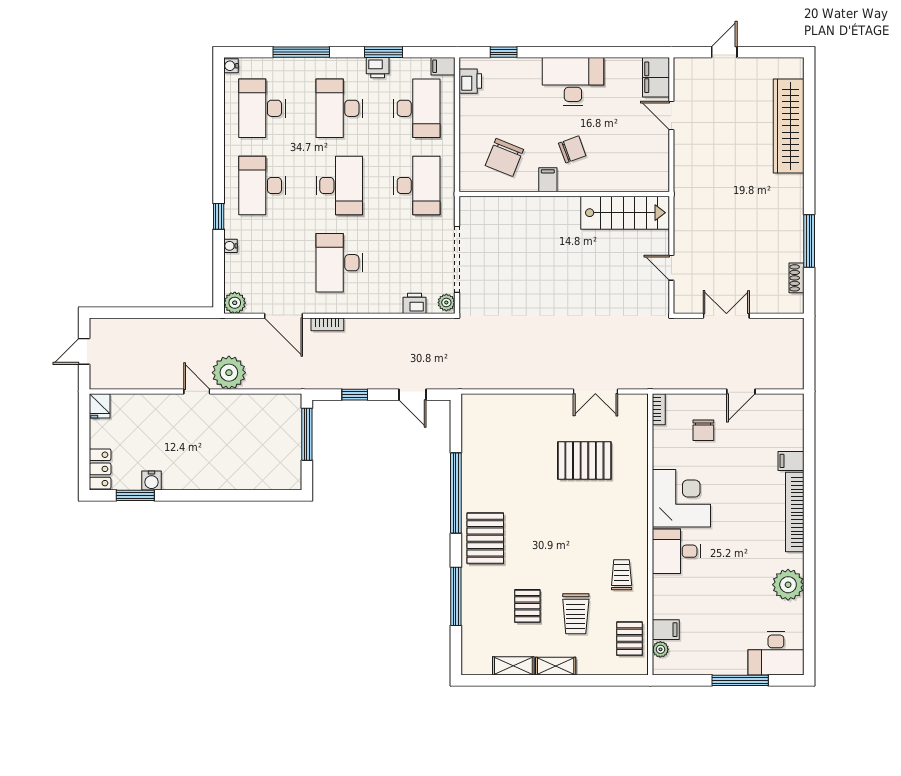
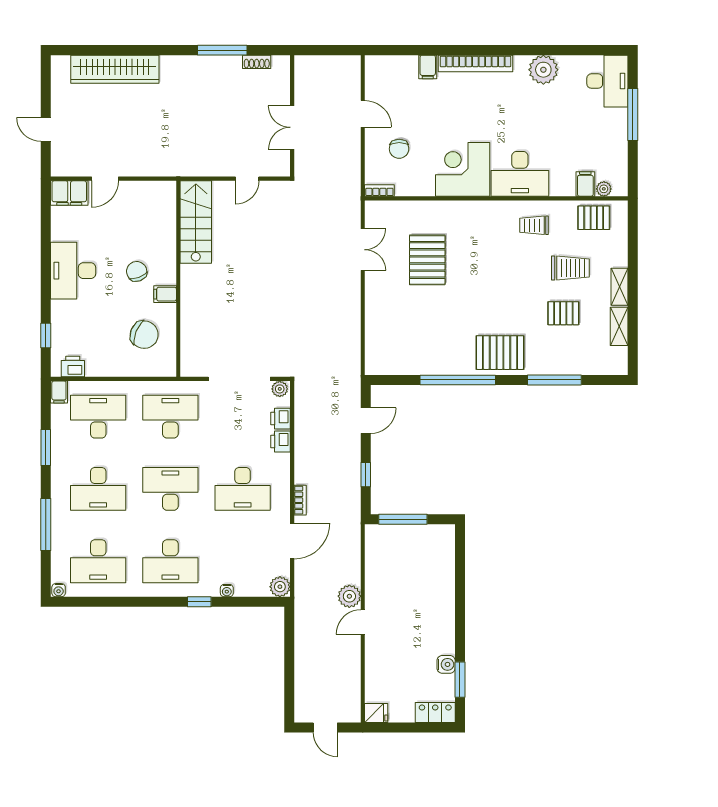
printer: (378, 68) -> (280, 441), moved, turned 180
plant: (229, 373) -> (349, 596), width x0.73, depth x0.73
chair: (703, 430) -> (399, 149), turned 90
desk: (677, 551) -> (520, 174), width x1.37

